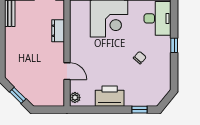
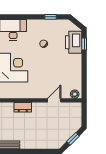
window: (174, 45) -> (51, 17), moved
printer: (110, 96) -> (74, 42), moved

